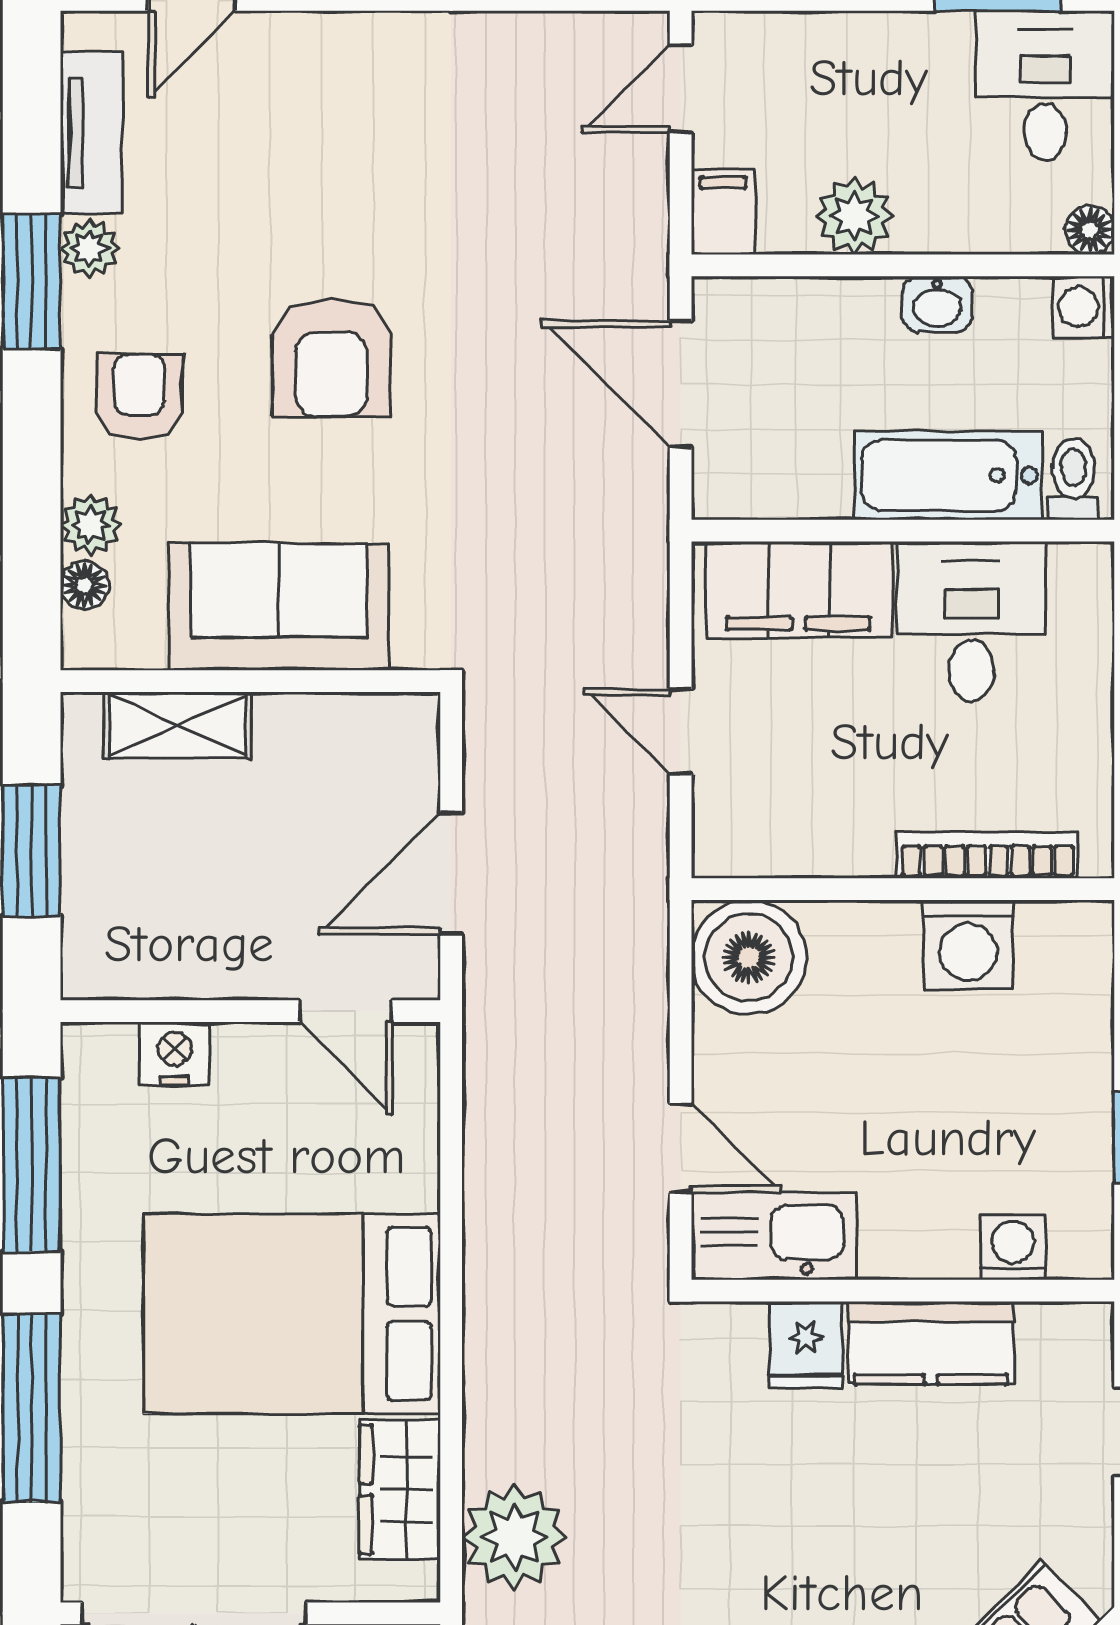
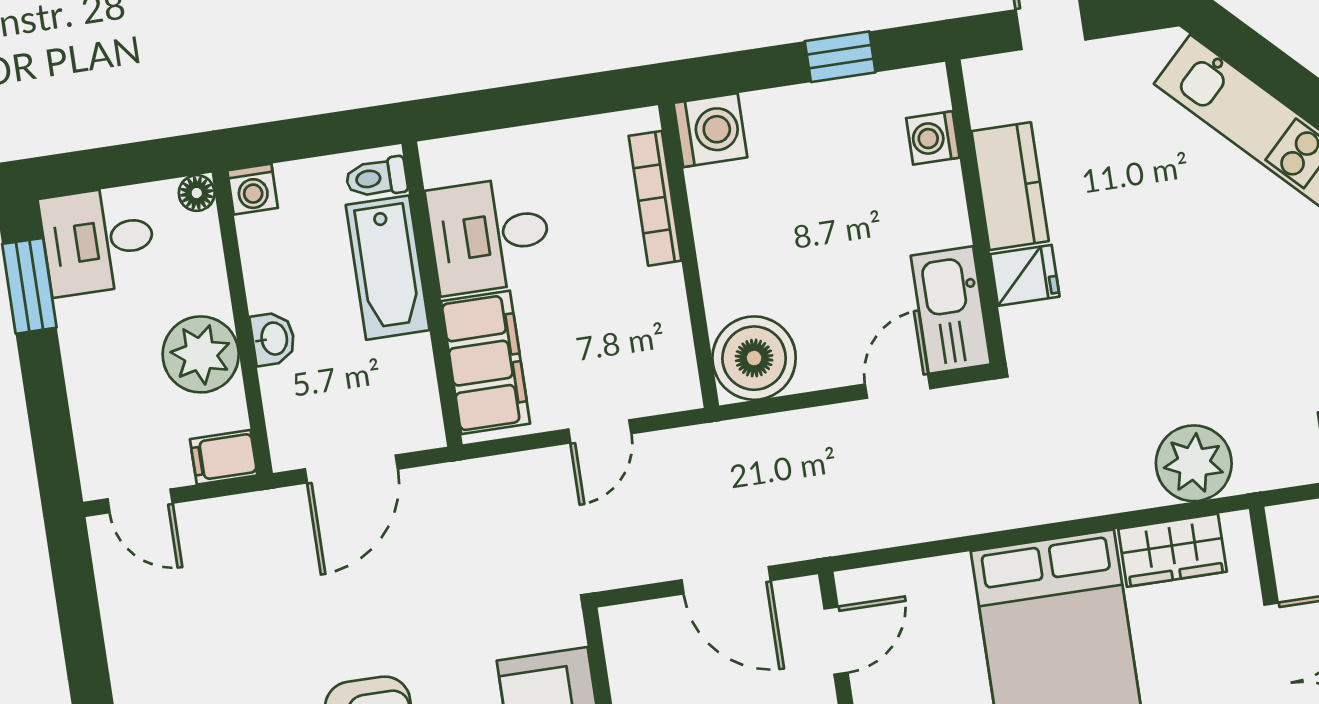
plant: (854, 216) -> (201, 354), width x1.36, depth x1.36
washbasin: (937, 304) -> (273, 339), moved
washing machine: (968, 945) -> (710, 130), moved

